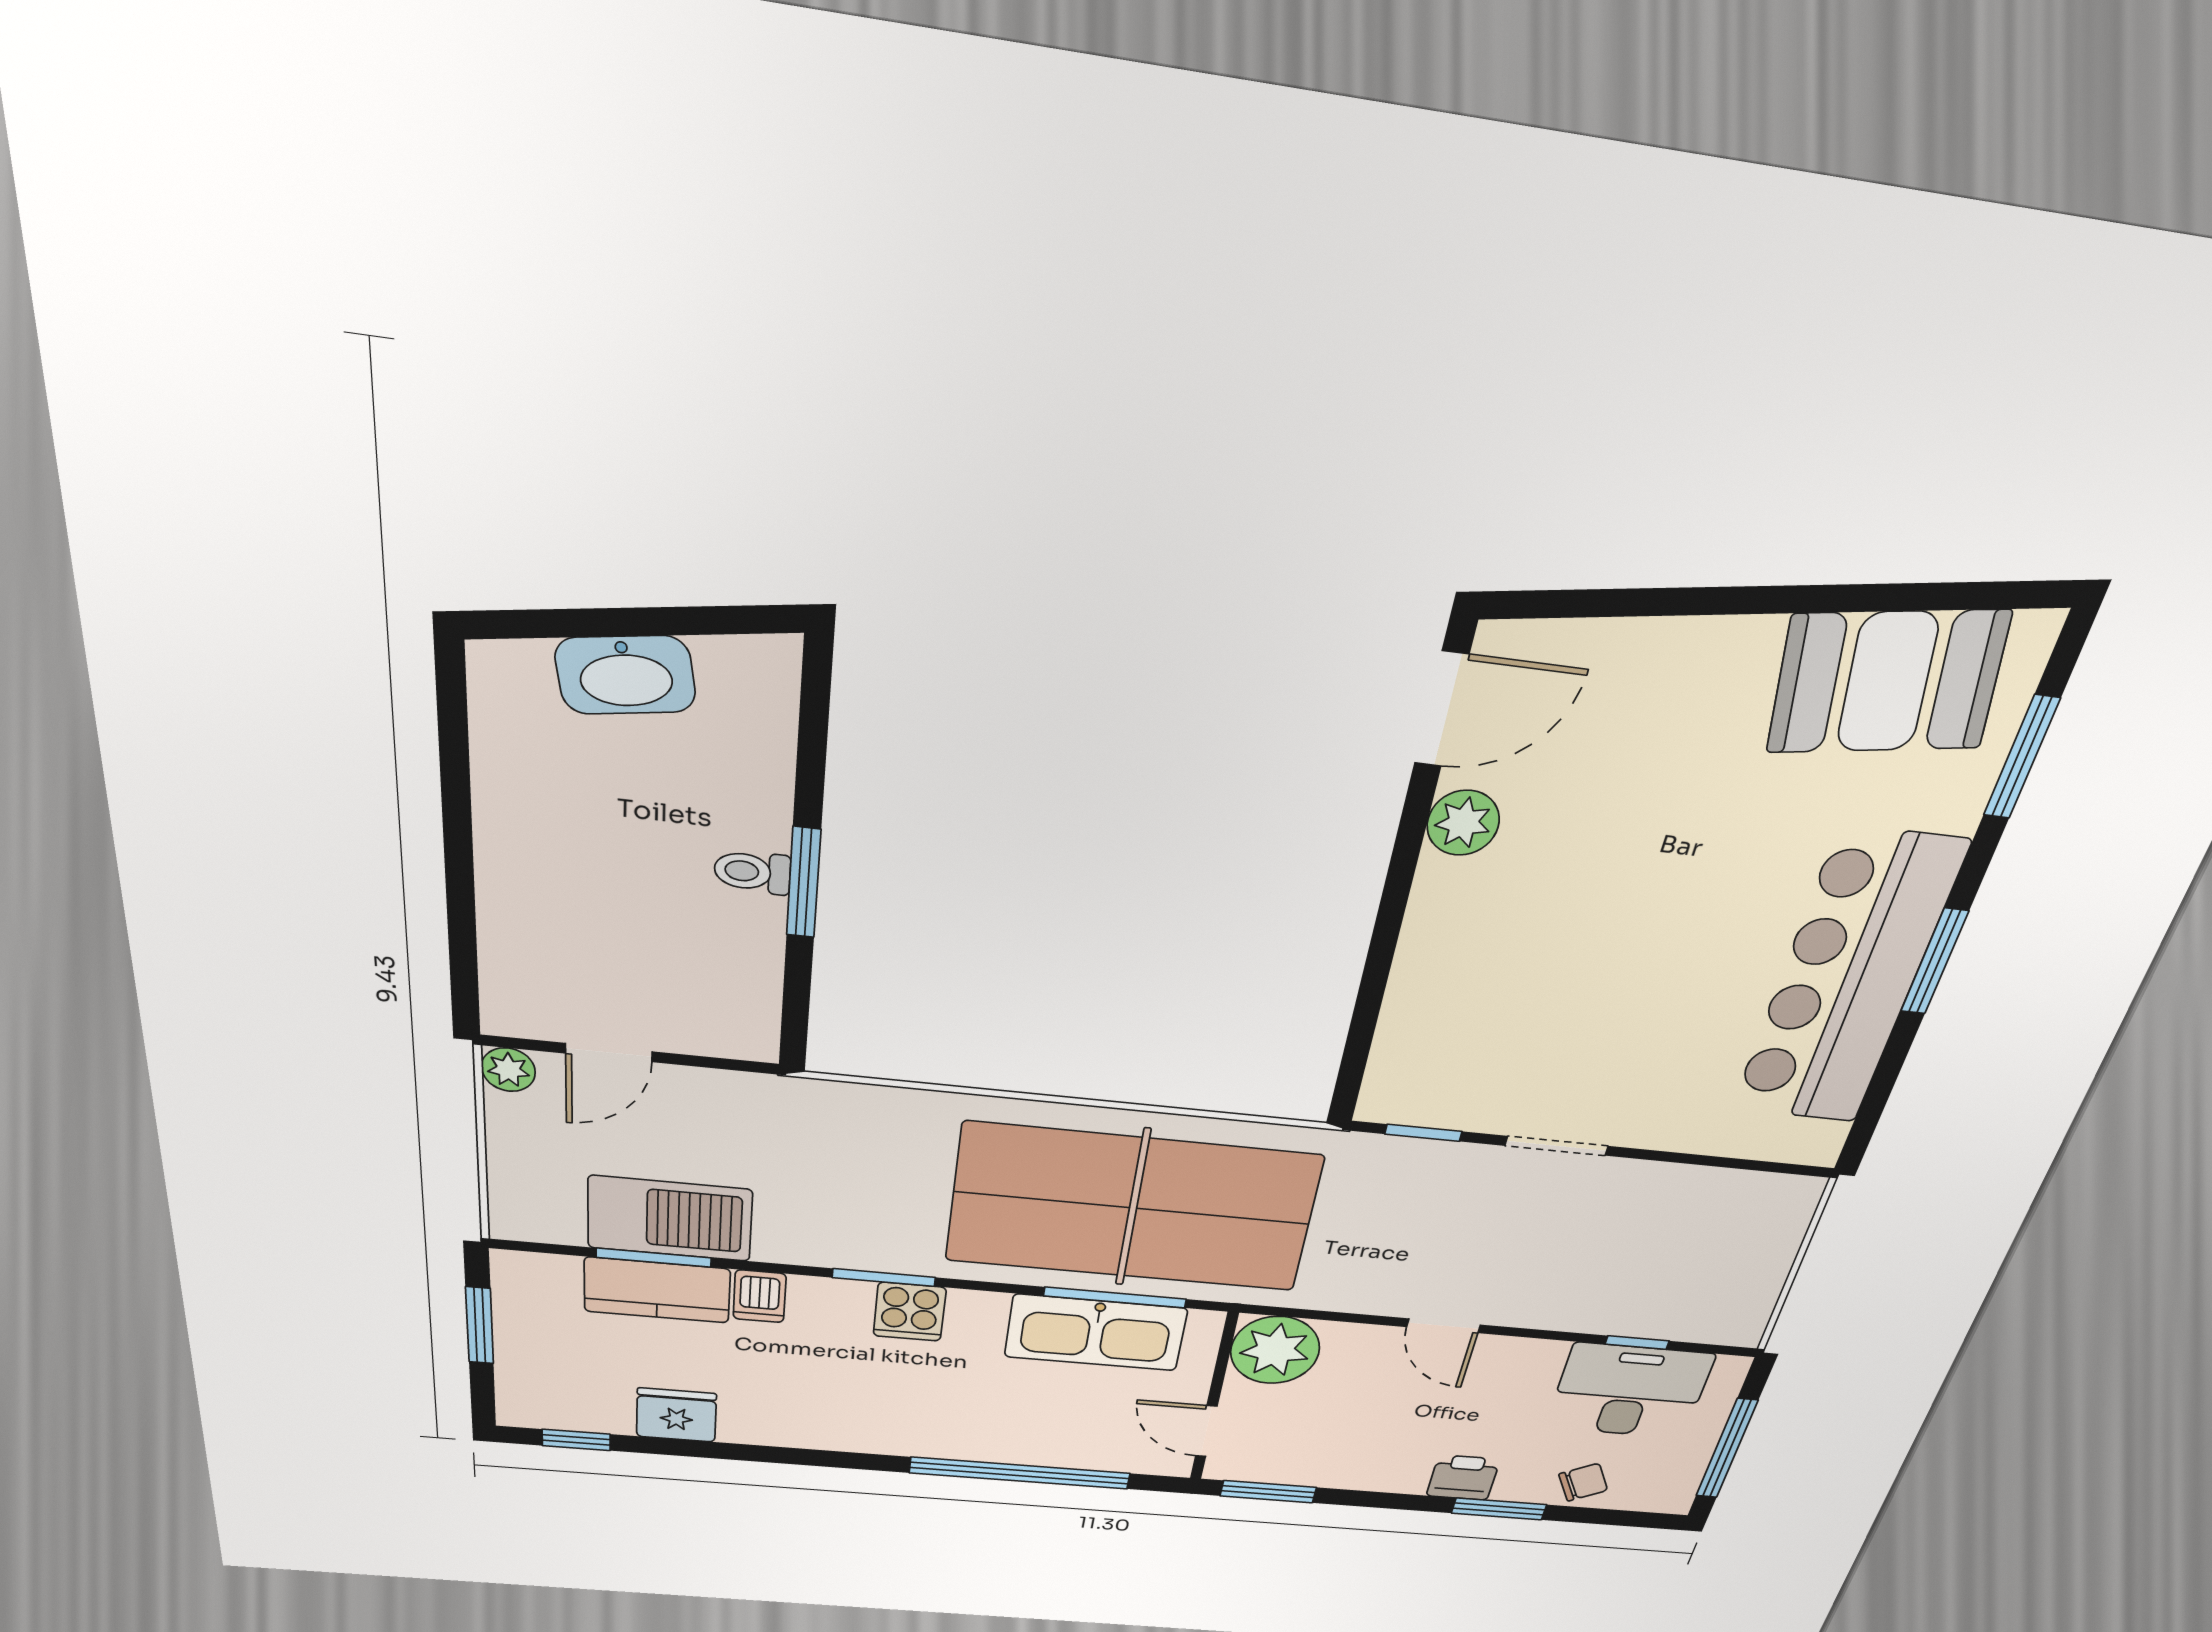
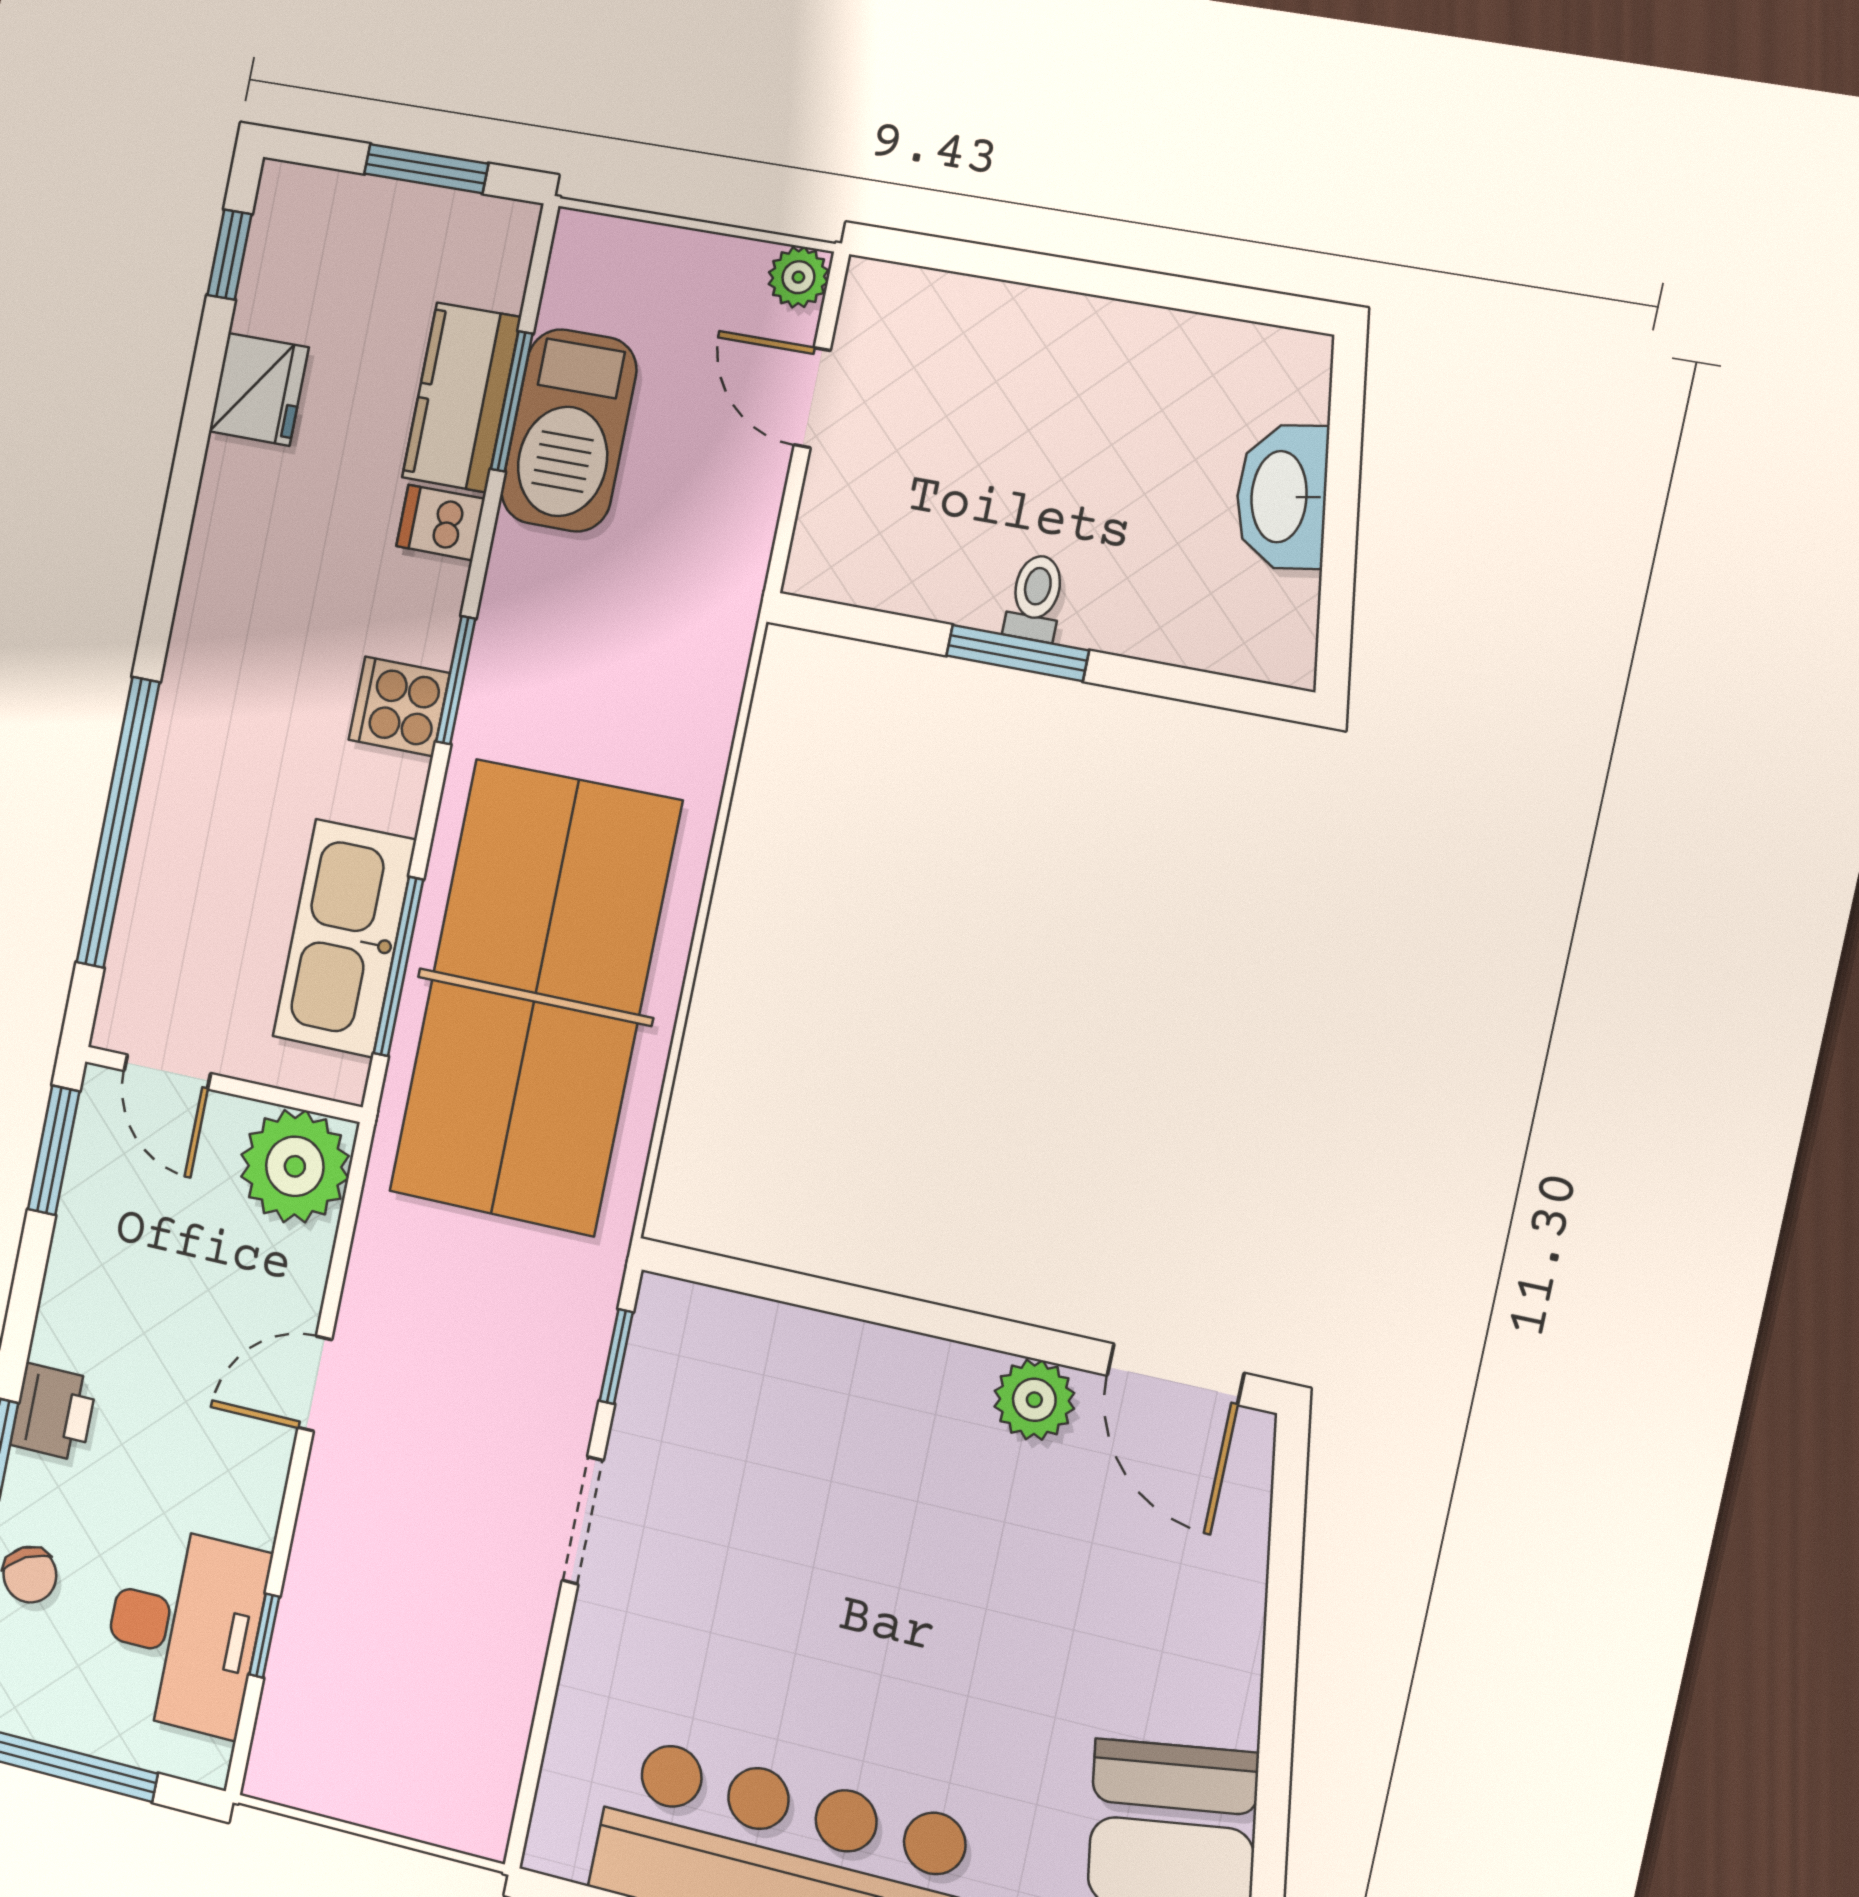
door: (1206, 1431) -> (167, 1072), swing flipped

